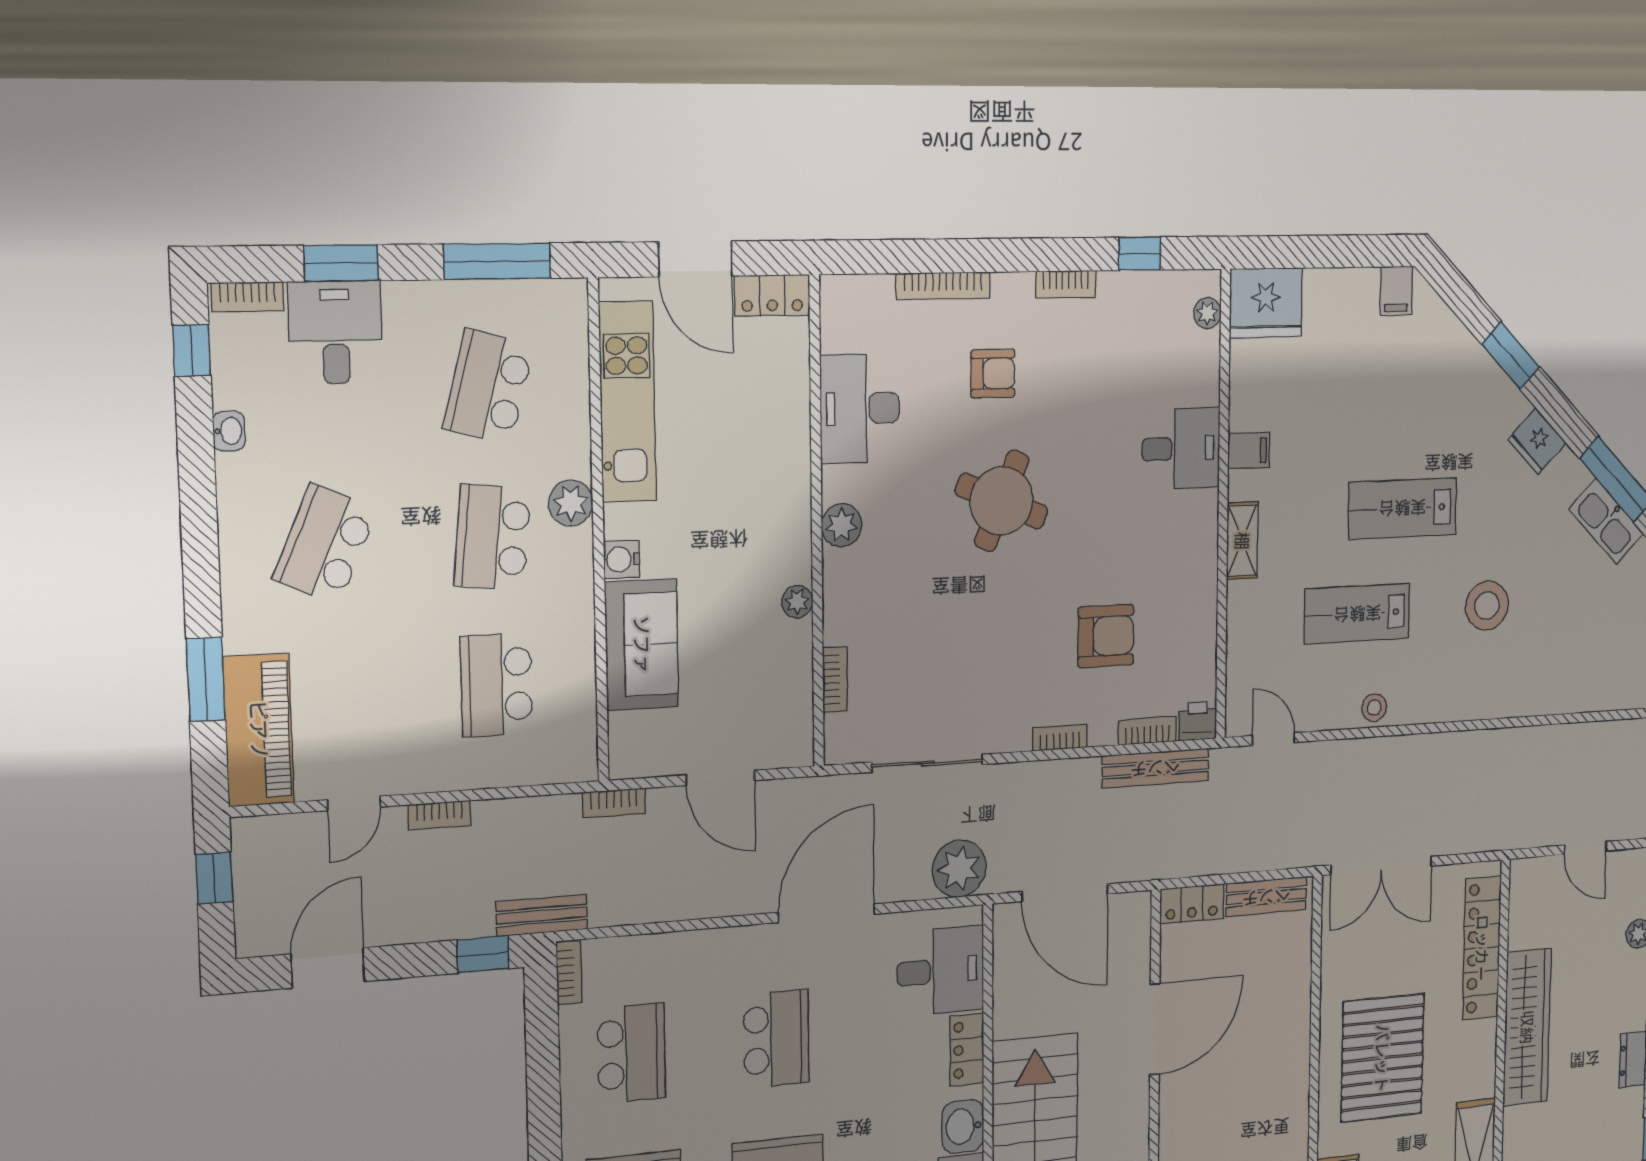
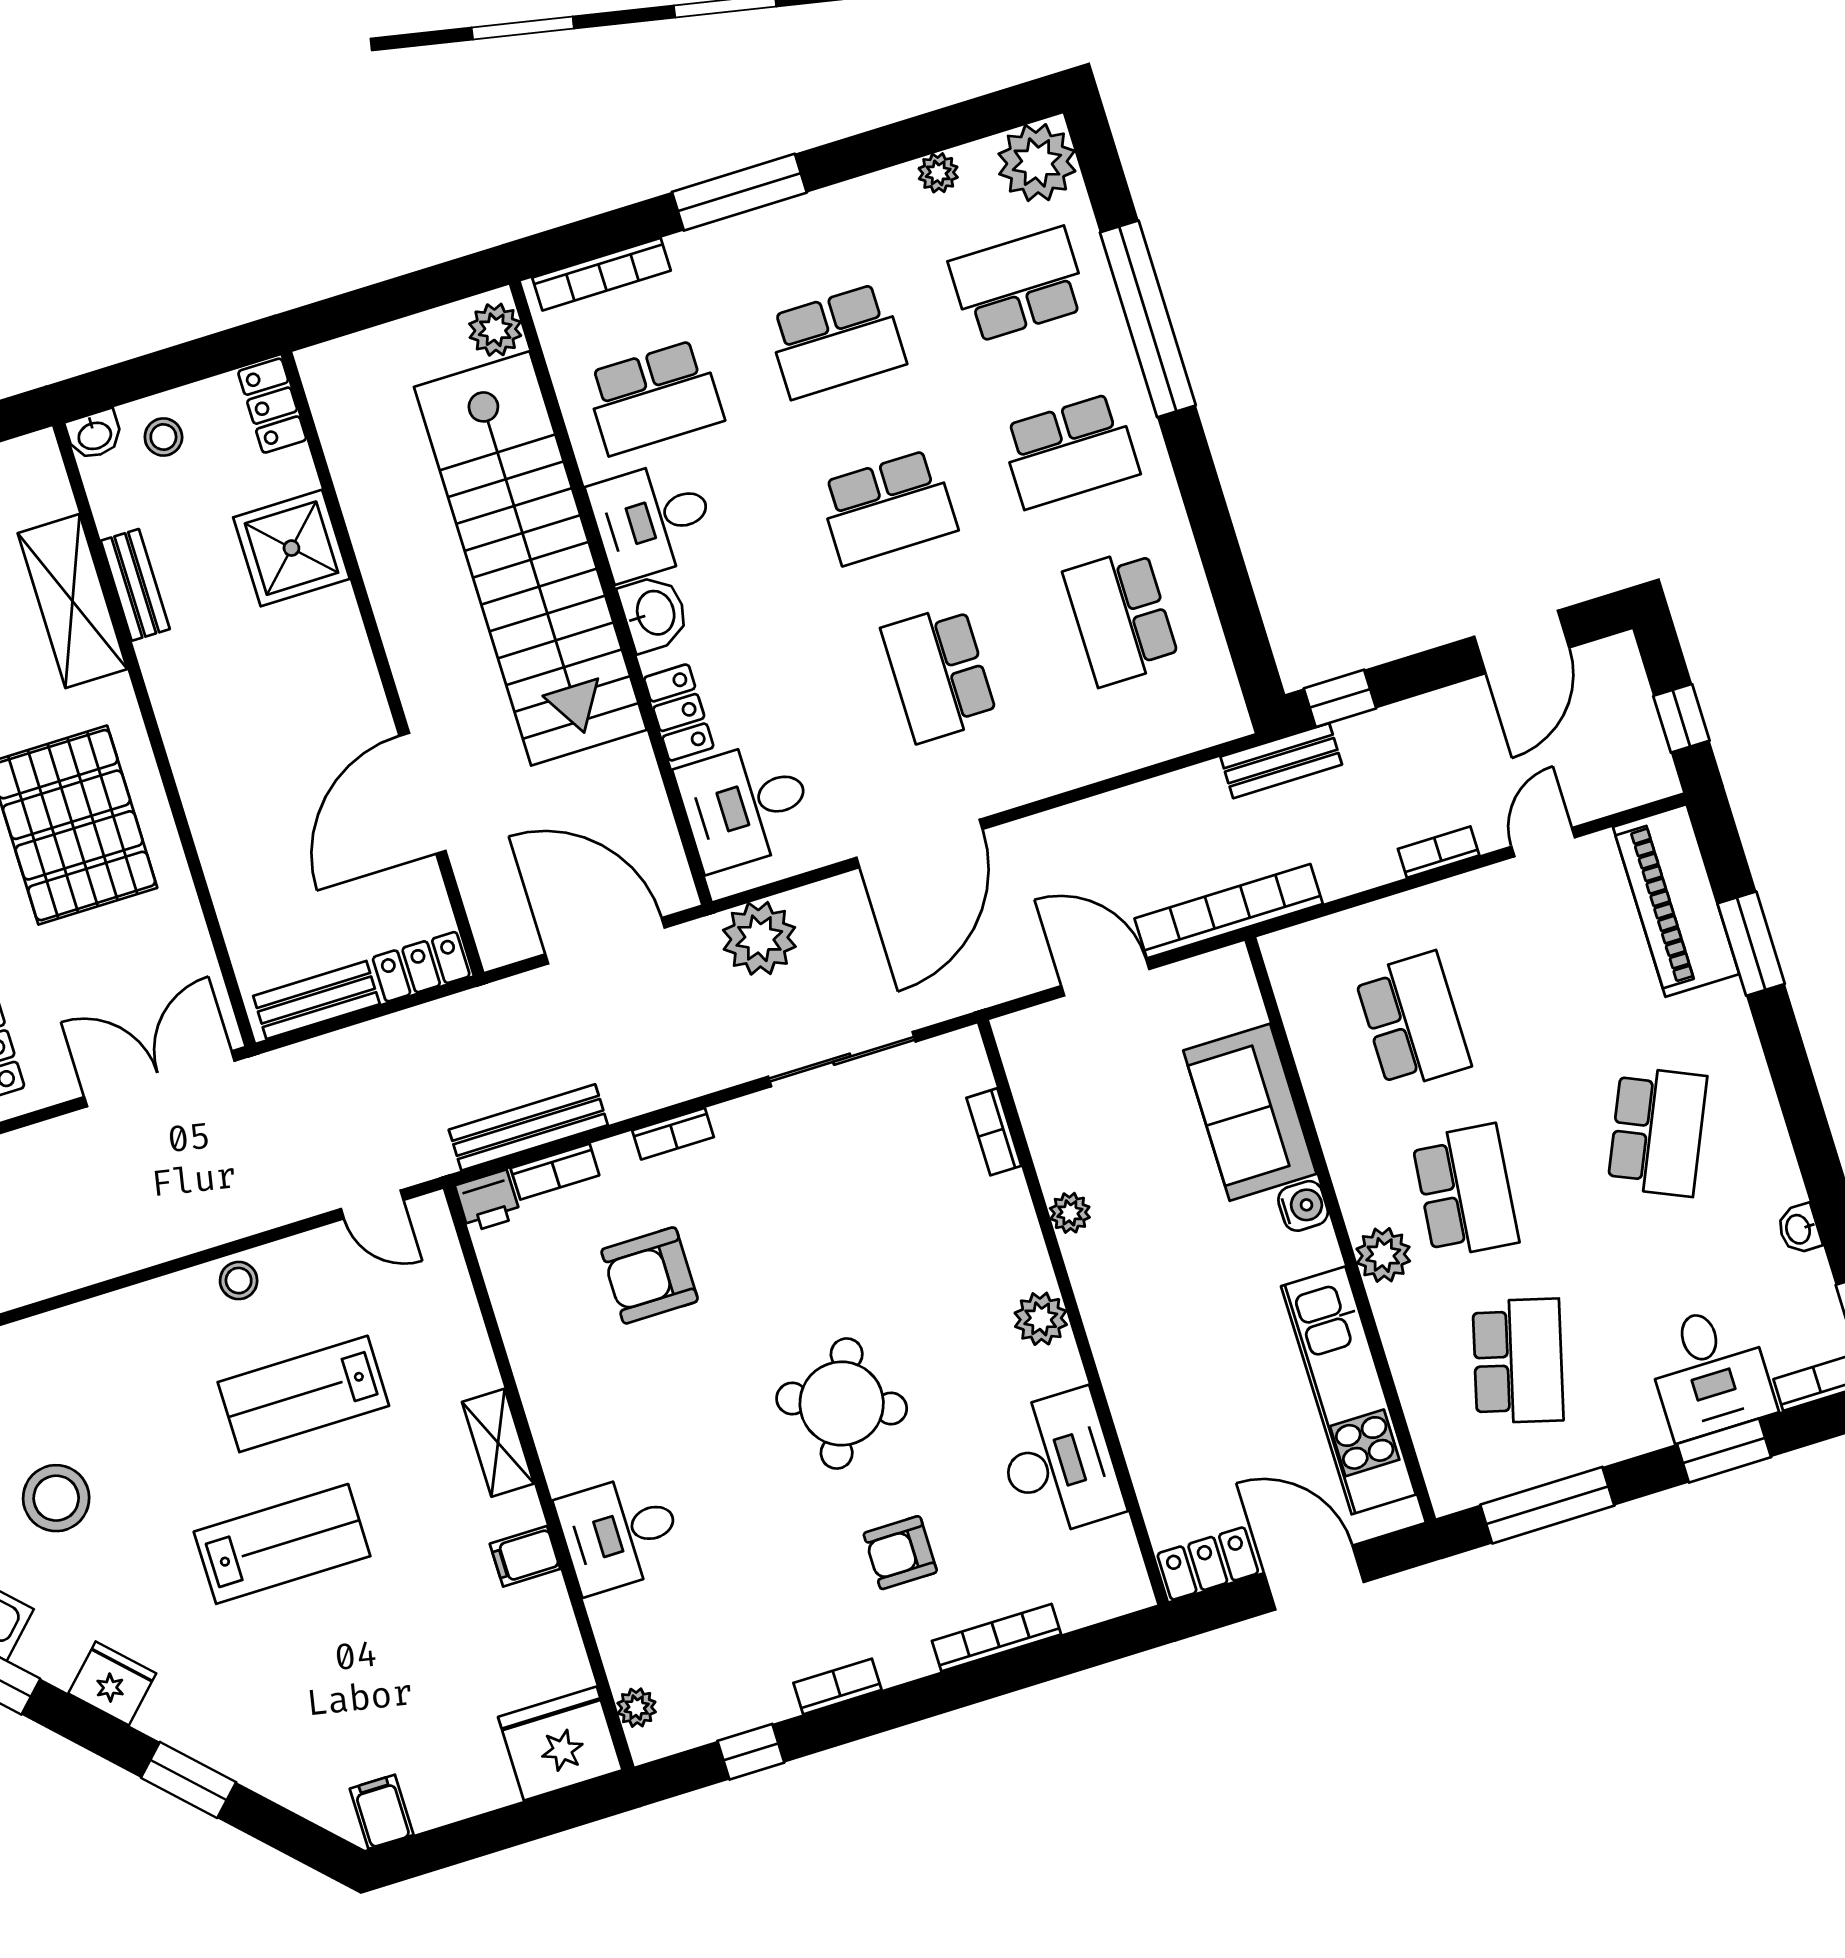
stool: (1487, 606) -> (56, 1498), moved
lab bench: (1357, 614) -> (303, 1394), turned 180
bookcase: (614, 803) -> (1229, 911), width x2.31, depth x1.31
bookcase: (569, 973) -> (1228, 699), removed

